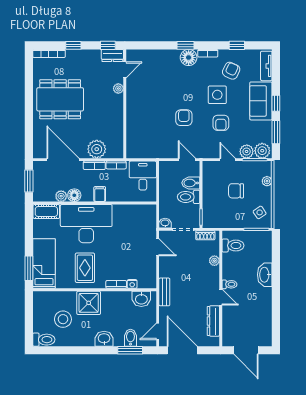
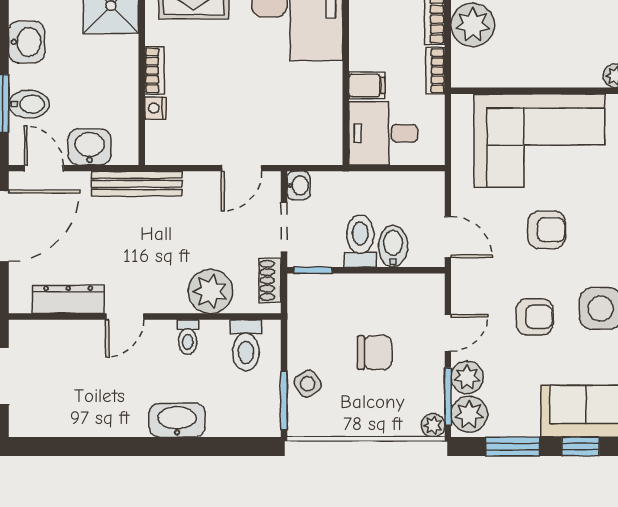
corner sofa: (146, 121) -> (539, 141), added
armchair: (221, 123) -> (535, 317), turned 180
door: (187, 160) -> (448, 237), hinge flipped
desk: (143, 176) -> (383, 133), moved, turned 180
plant: (267, 181) -> (433, 425), moved
chair: (236, 191) -> (375, 353), turned 90
filing cabinet: (100, 194) -> (367, 85), moved
side table: (260, 212) -> (308, 384), moved
plant: (214, 261) -> (210, 291), width x1.88, depth x1.88
toilet: (229, 284) -> (188, 337), moved
bench: (164, 292) -> (137, 184), width x1.36
washbasin: (141, 299) -> (90, 147), moved, turned 90

